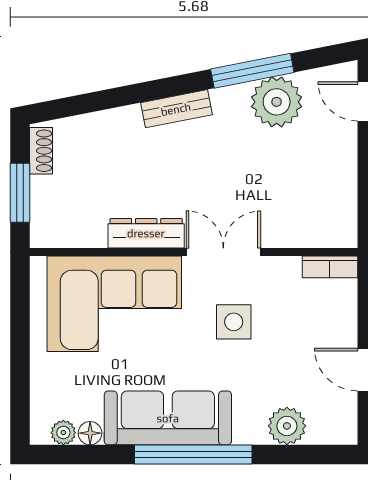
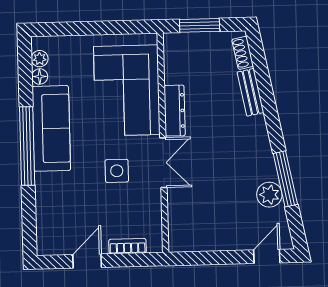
plant: (277, 102) -> (269, 195), width x0.73, depth x0.73
bench: (176, 109) -> (250, 92), moved
shoe rack: (41, 151) -> (243, 53), moved, turned 79
bookcase: (330, 267) -> (128, 246), moved, turned 90
plant: (287, 426) -> (48, 208), removed

